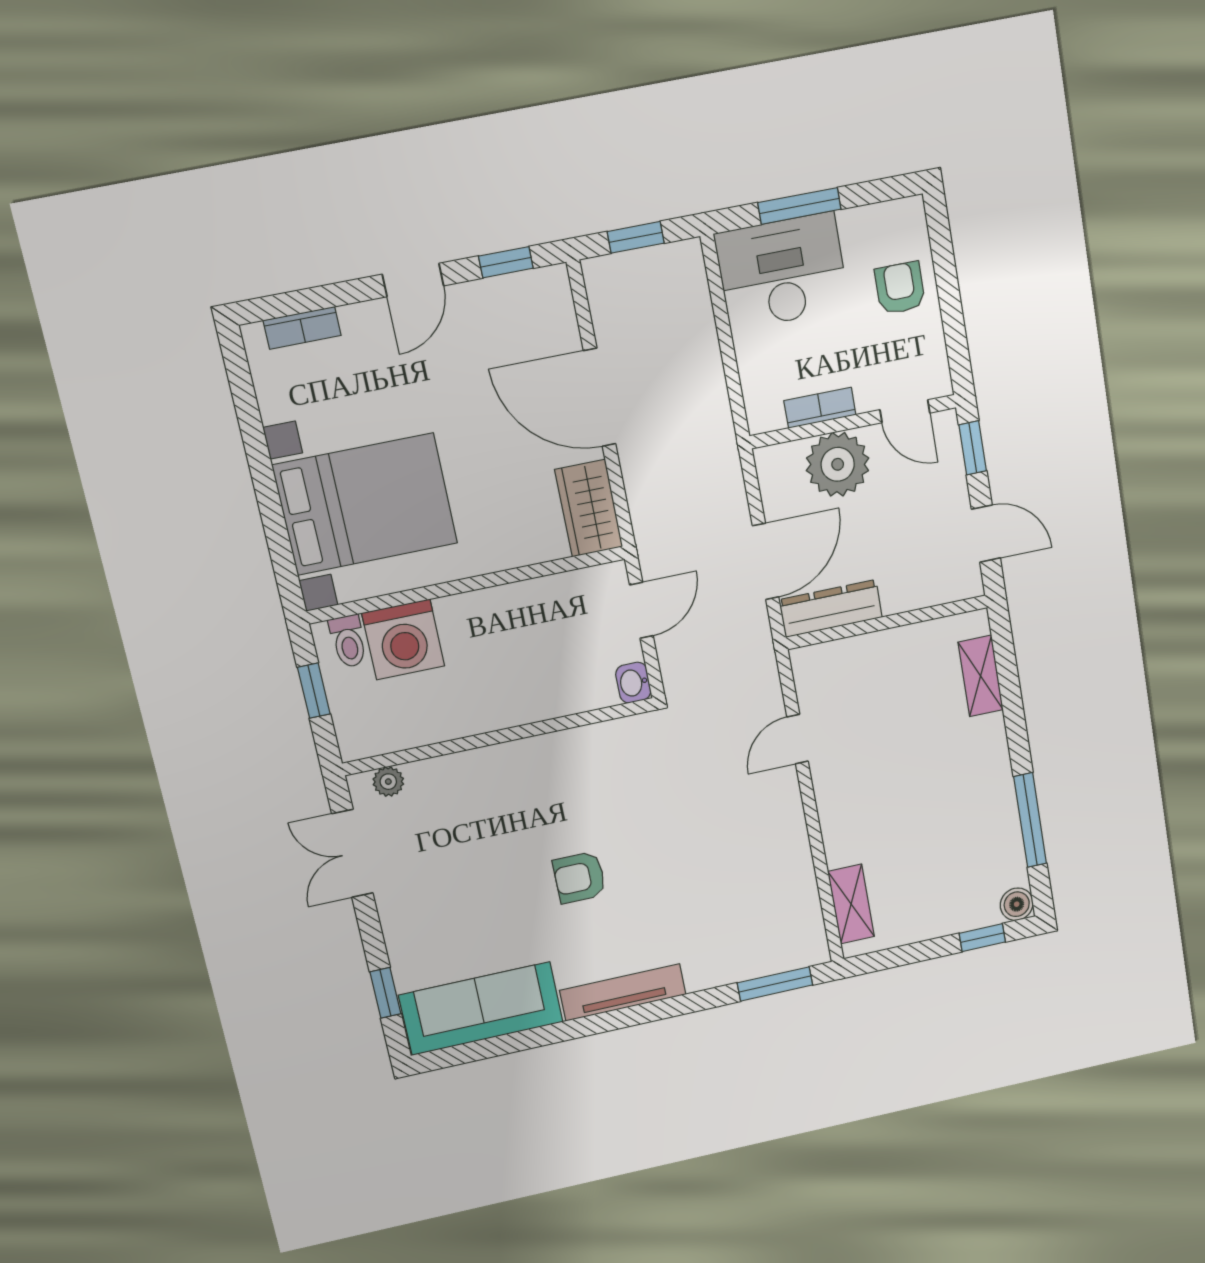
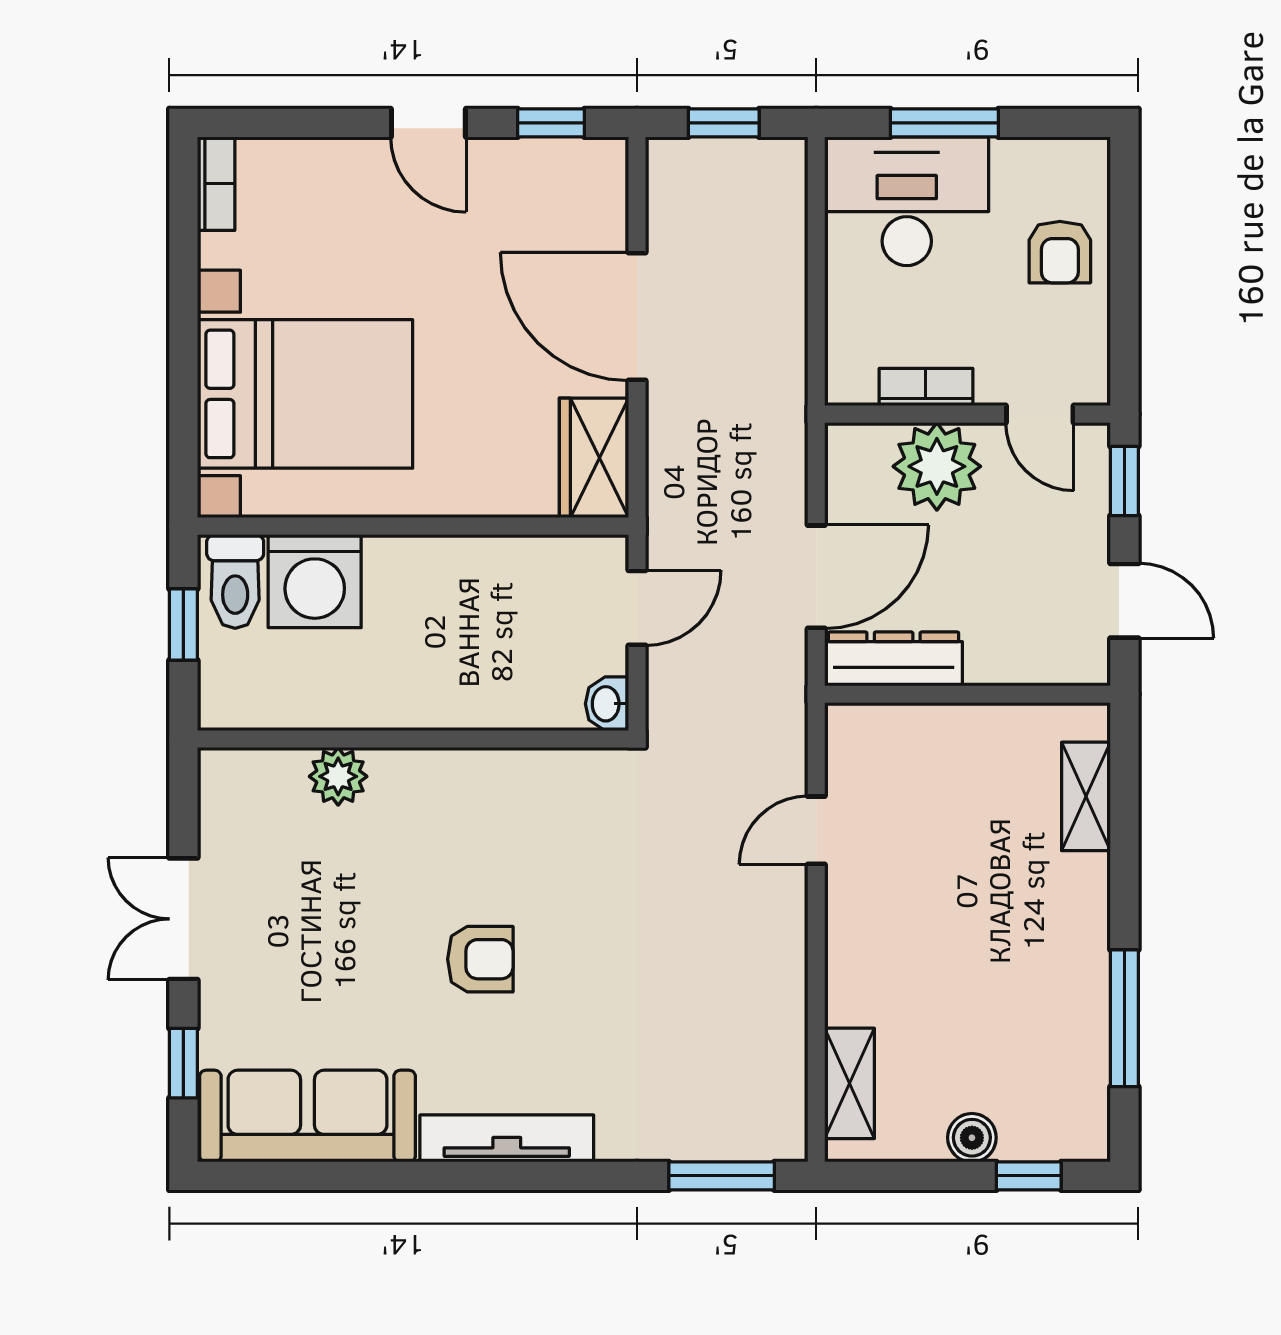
door: (413, 280) -> (428, 123), hinge flipped
armchair: (900, 288) -> (1060, 252), turned 180
bookcase: (302, 328) -> (216, 184), moved, turned -90
toilet: (348, 641) -> (235, 581), width x1.37, depth x1.39
plant: (388, 782) -> (338, 776), moved, width x1.38, depth x1.38
double door: (352, 853) -> (183, 919), moved
armchair: (579, 877) -> (480, 959), turned 180
boiler: (1017, 904) -> (972, 1138), moved

